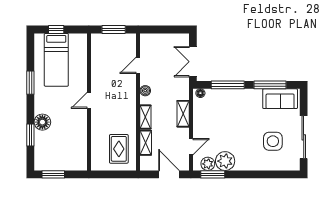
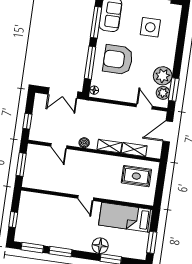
window: (159, 30) -> (27, 121), added
window: (30, 53) -> (32, 248), added
bed: (56, 60) -> (126, 217), moved, turned 180
armchair: (235, 113) -> (118, 60), added
shelving: (183, 114) -> (112, 110), removed

